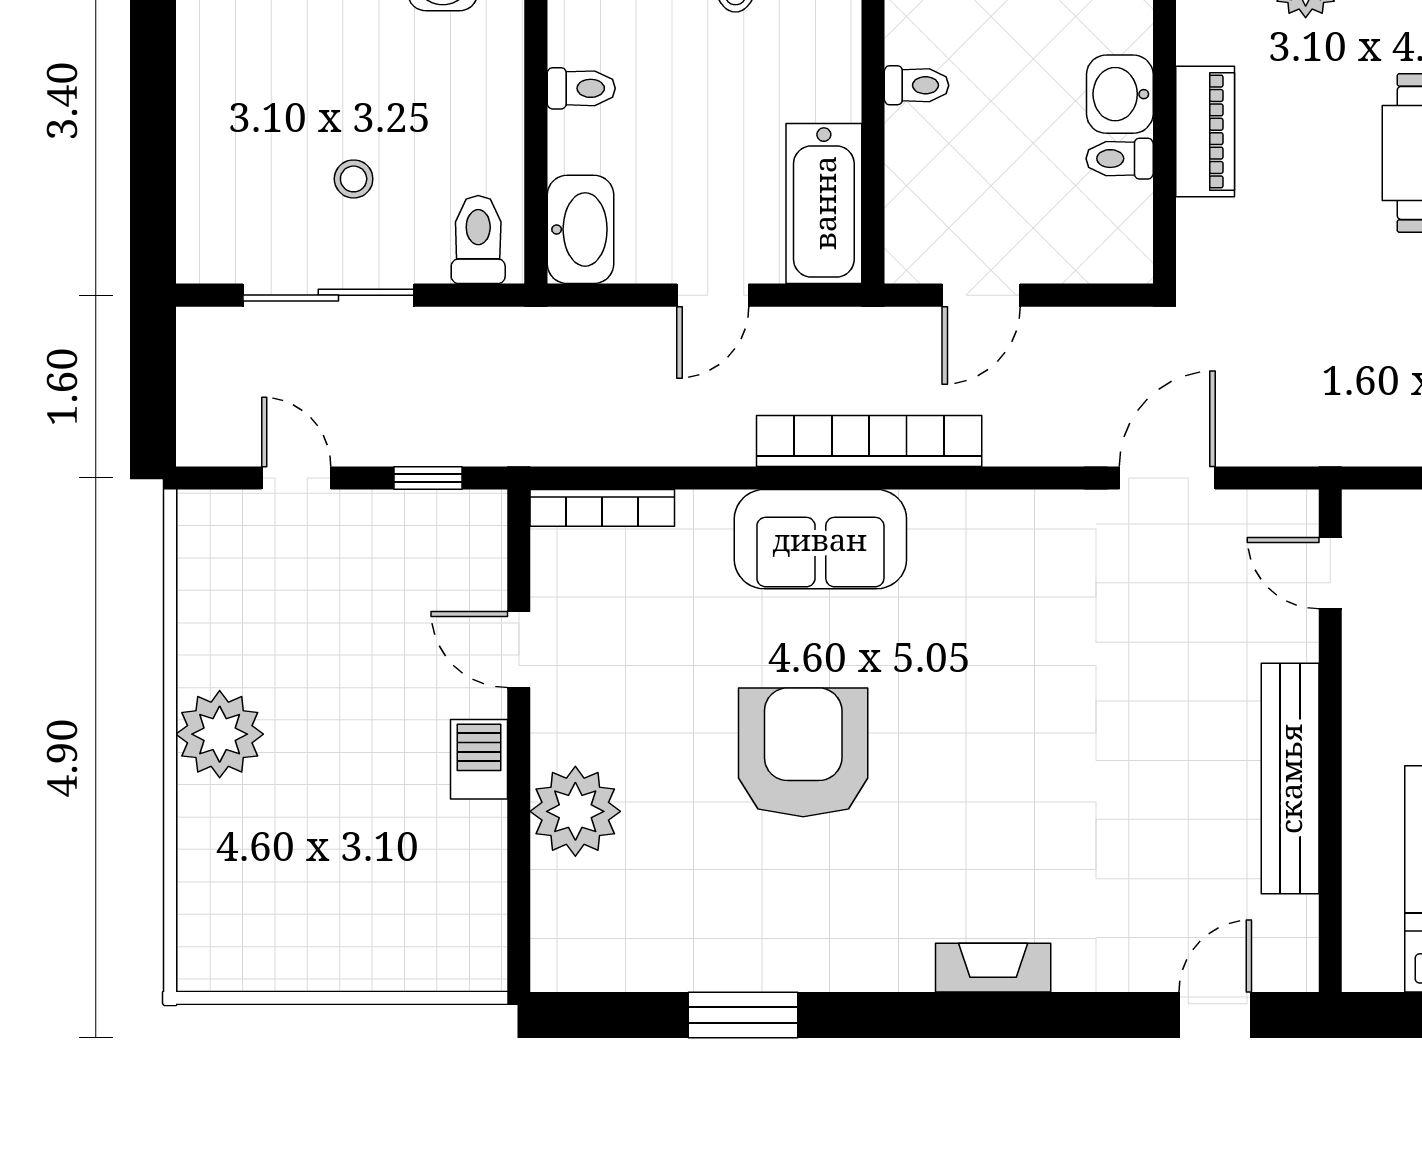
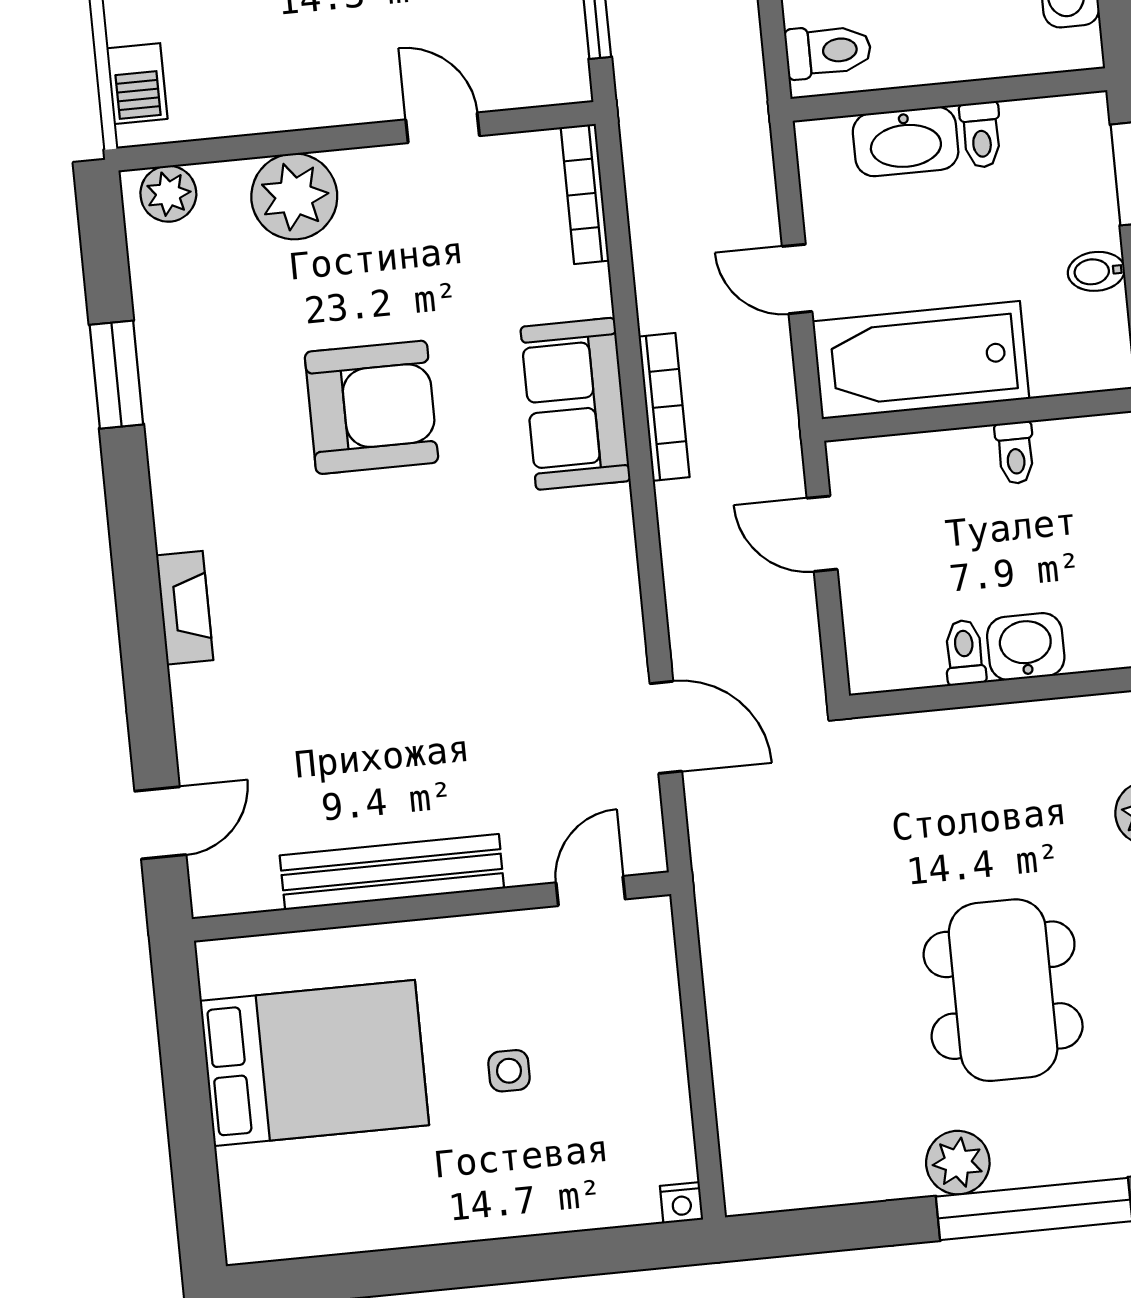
piano: (1205, 131) -> (998, 731), removed
bathtub: (824, 203) -> (921, 360), width x1.36, depth x1.36
washbasin: (580, 229) -> (906, 141), moved
bookcase: (869, 441) -> (664, 407), width x0.68, depth x0.76
door: (519, 649) -> (443, 128), hinge flipped
barbecue: (479, 759) -> (137, 84), moved, turned 90
plant: (560, 942) -> (168, 194), added
door: (1215, 1015) -> (160, 823), hinge flipped

